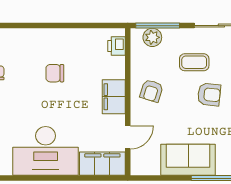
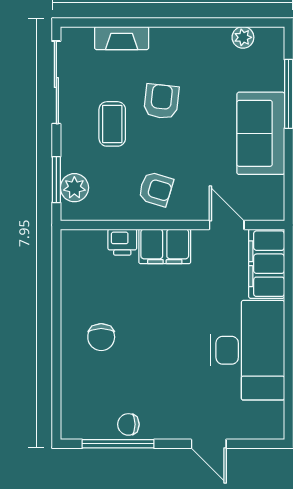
window: (158, 26) -> (56, 180), width x0.69
printer: (117, 46) -> (122, 242), moved
chair: (55, 73) -> (101, 337), moved

